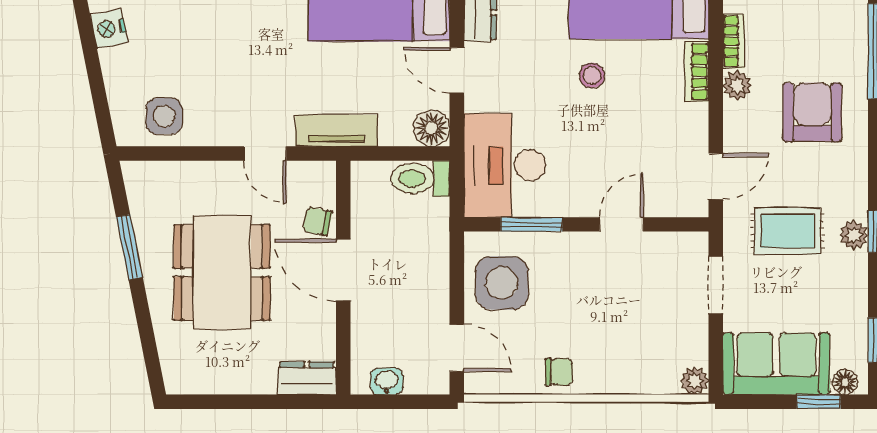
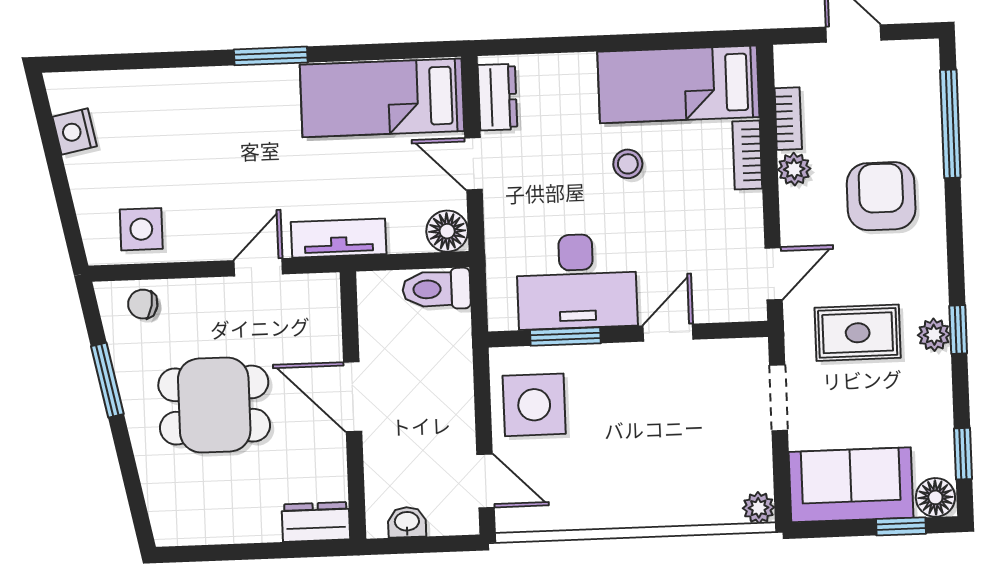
door: (265, 153) -> (258, 267), swing flipped
desk: (505, 165) -> (577, 281), moved, turned -90
chair: (317, 221) -> (143, 304), moved
dining table: (222, 272) -> (214, 405), width x0.73
chair: (559, 372) -> (603, 504), removed
floor lamp: (845, 382) -> (935, 497), width x1.37, depth x1.37

